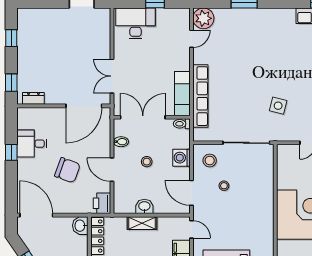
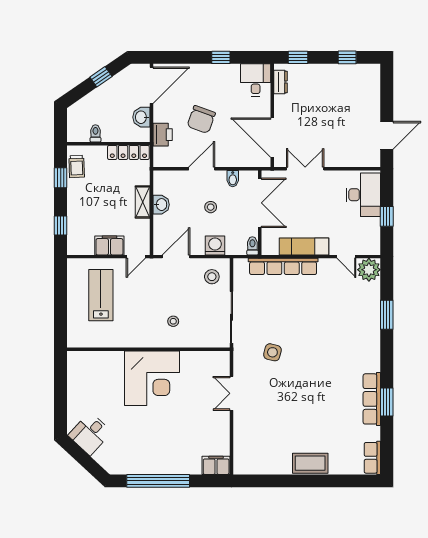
exam couch: (182, 94) -> (304, 246), moved
desk: (32, 144) -> (256, 80), moved
stool: (224, 186) -> (173, 321), moved
printer: (102, 203) -> (163, 135), moved, turned 90
washbasin: (80, 226) -> (141, 117), moved, turned -90

